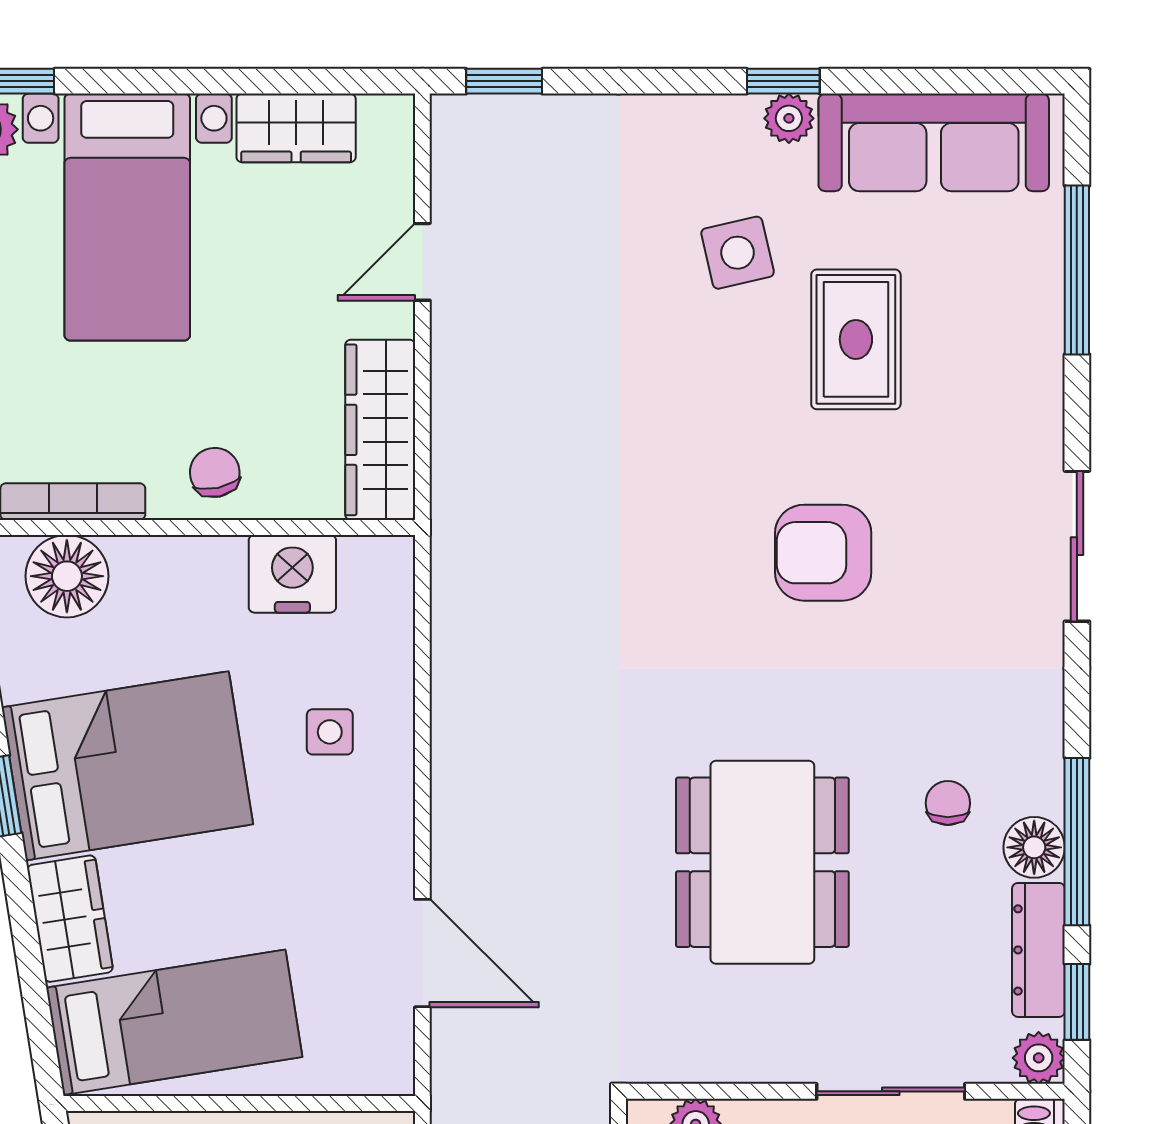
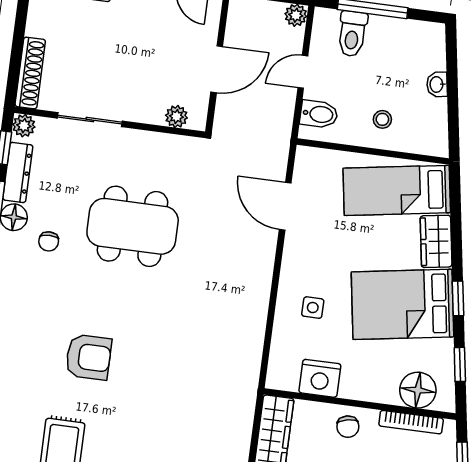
dining table: (762, 862) -> (133, 226), turned 90

